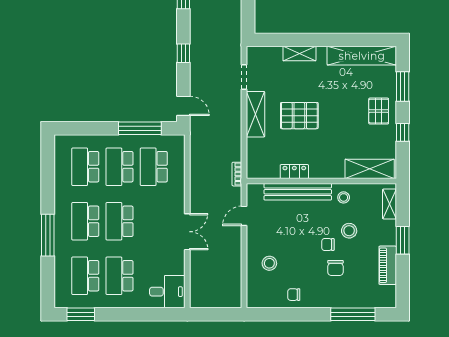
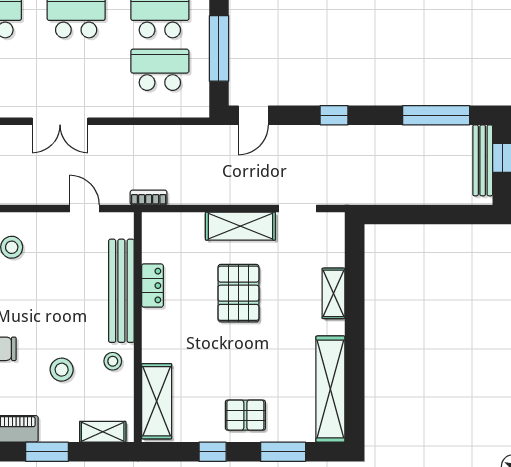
chair: (328, 244) -> (40, 337), removed

